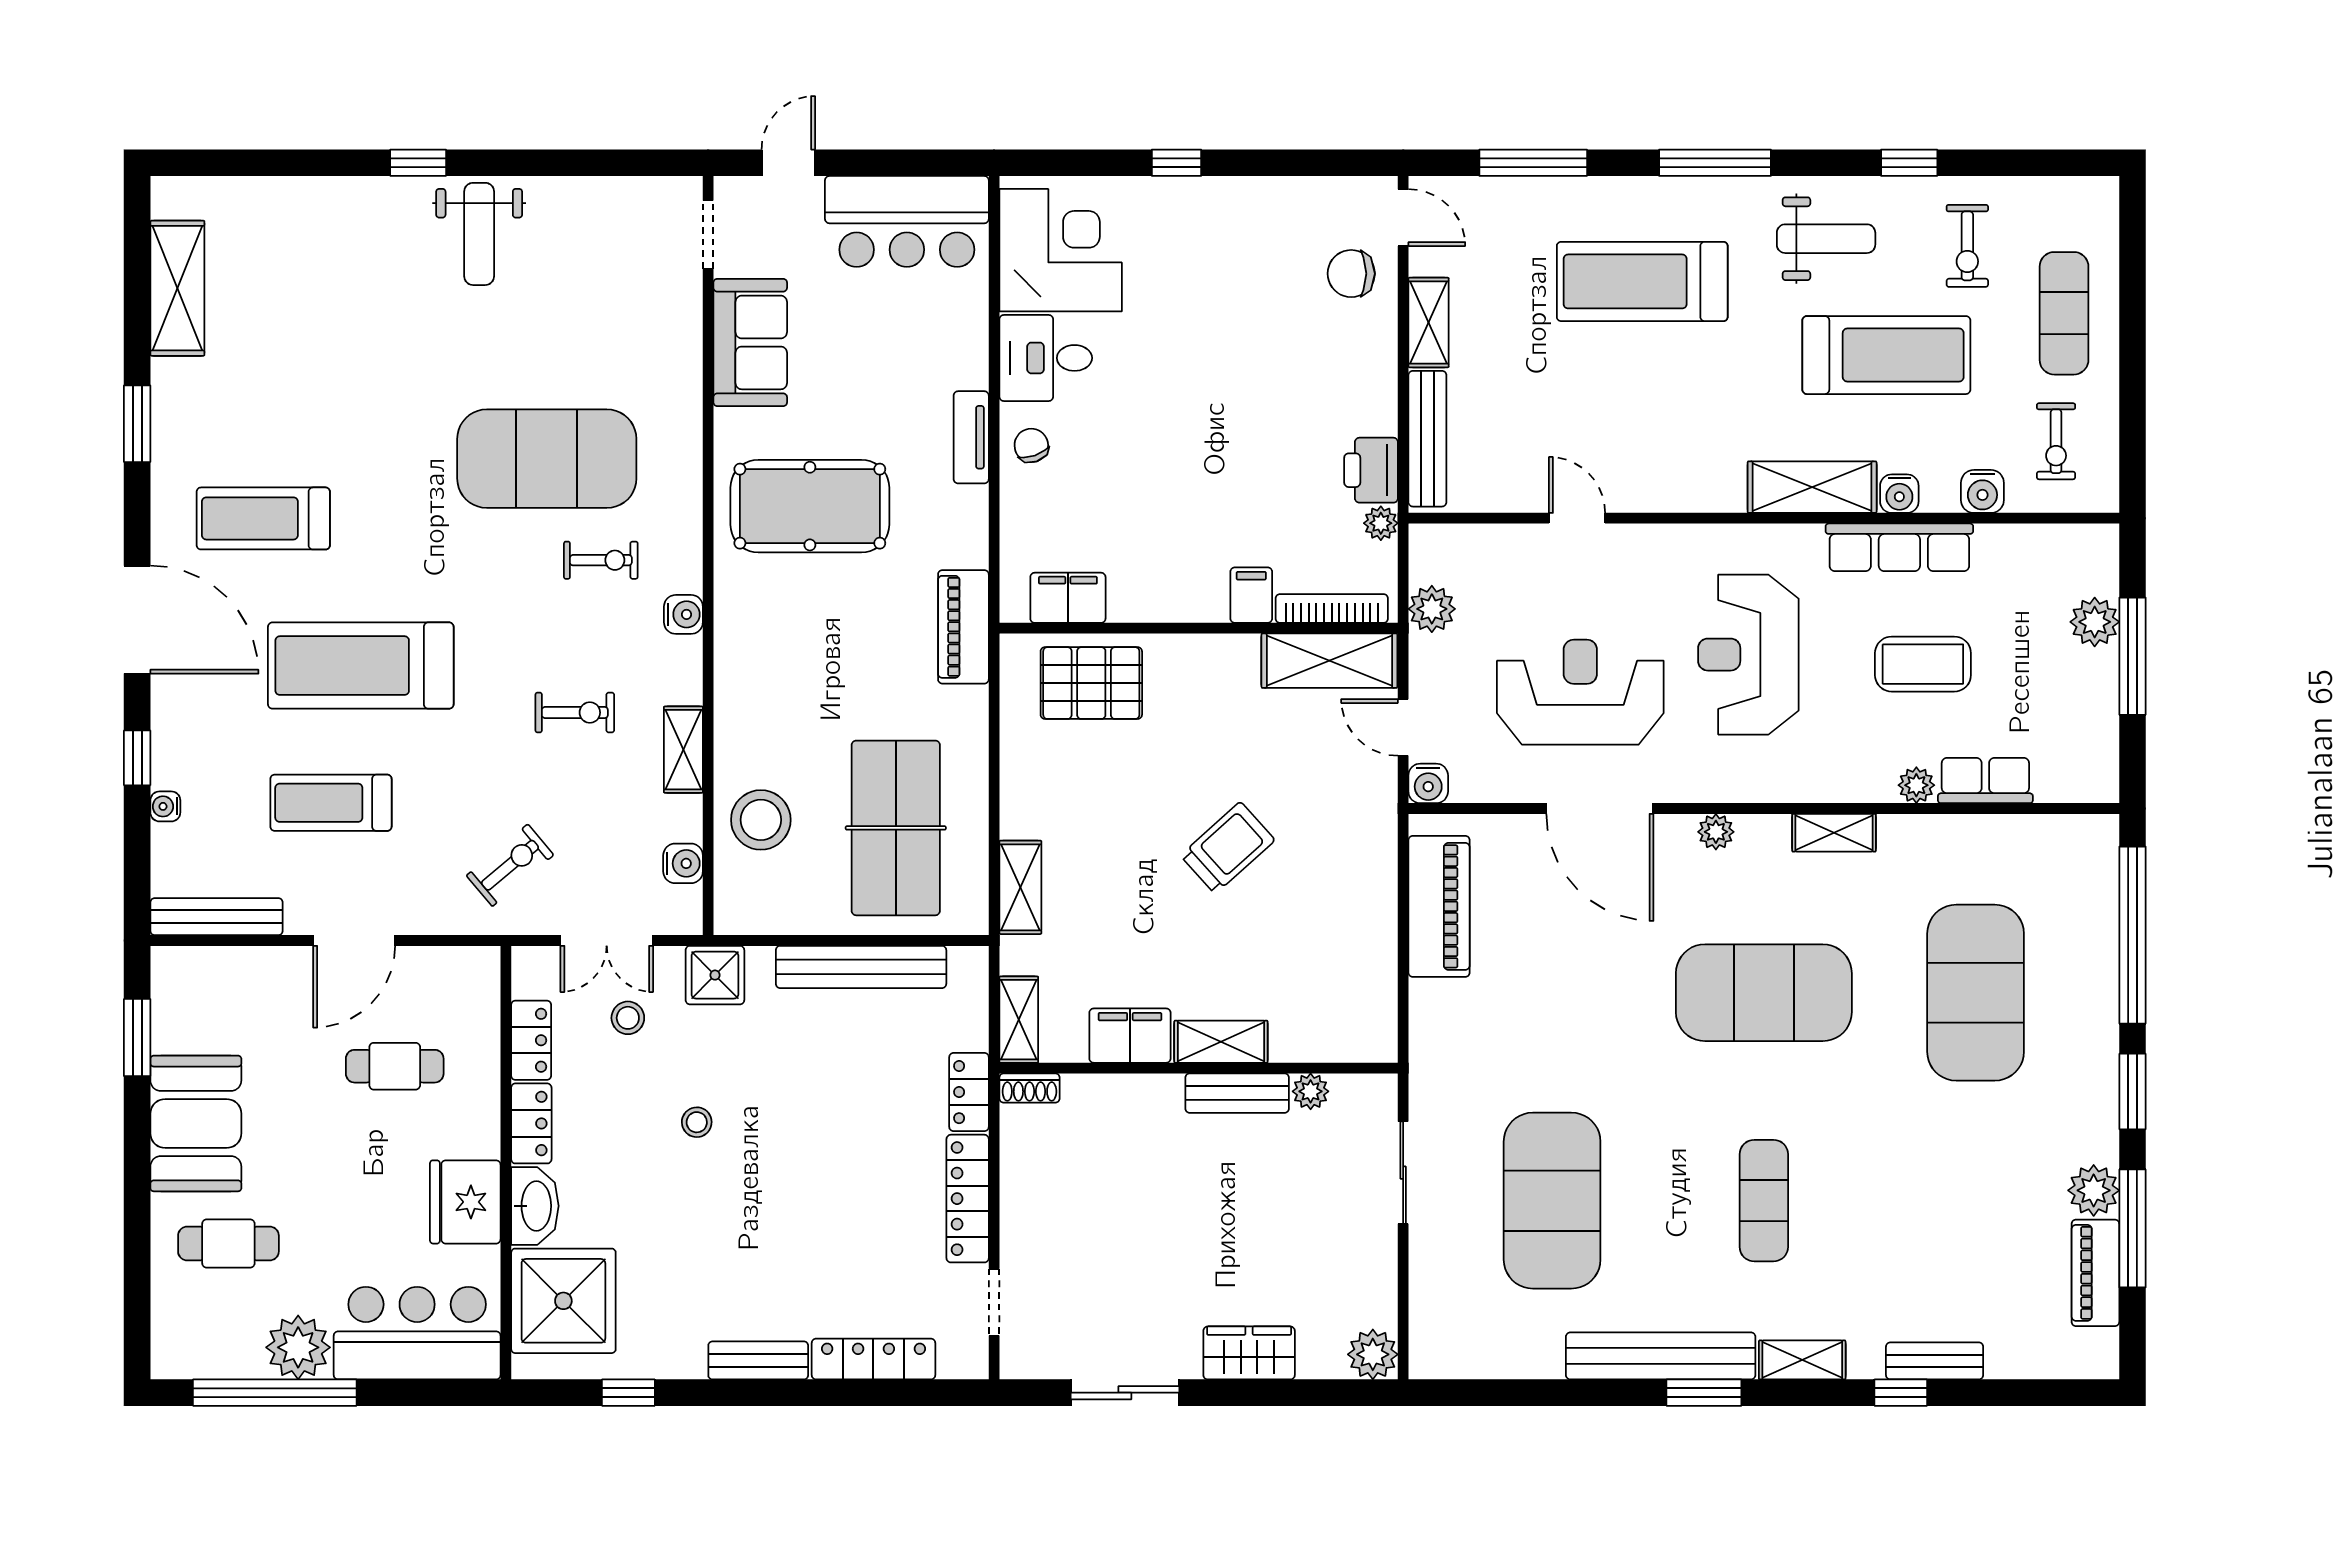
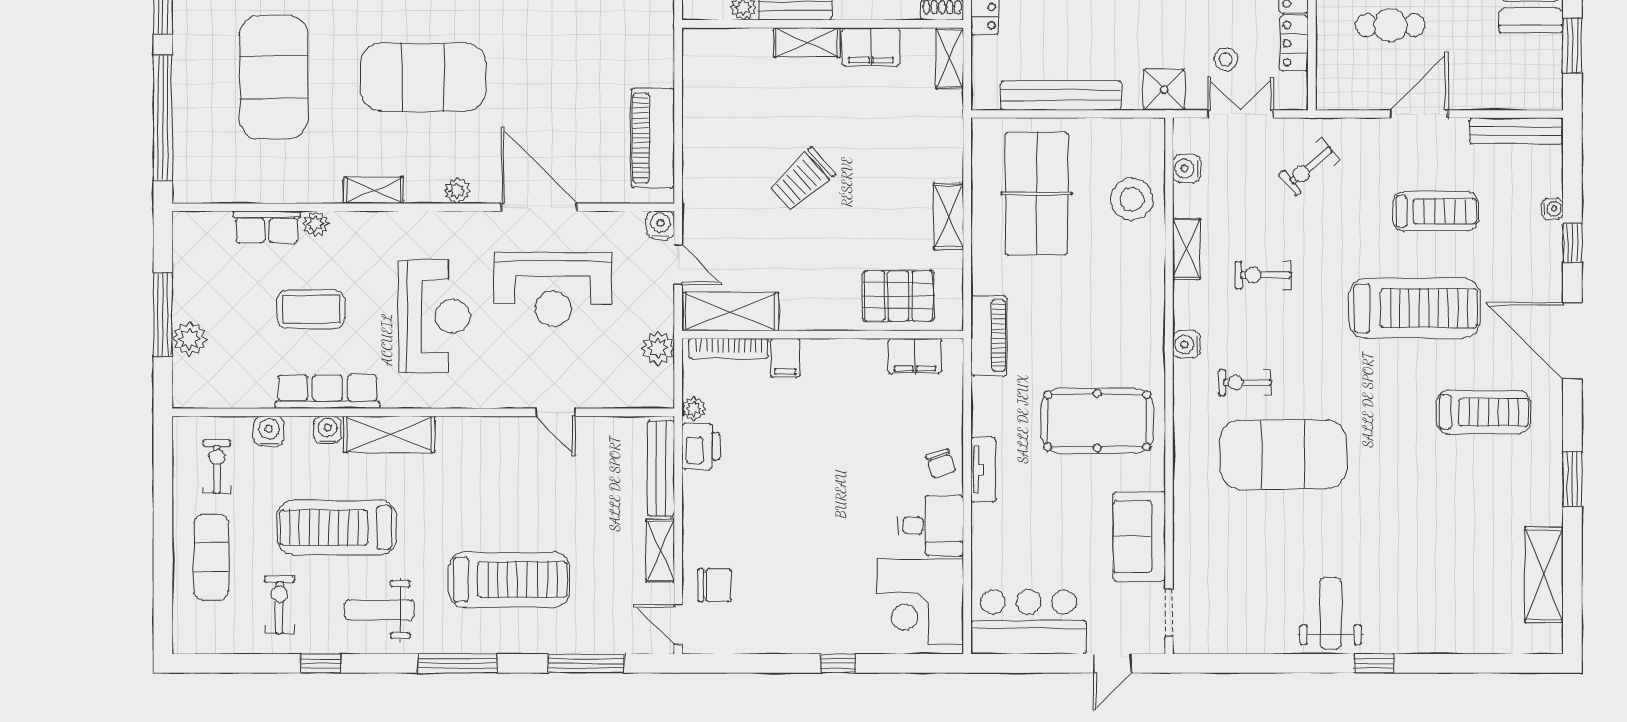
shelving: (1020, 887) -> (948, 216), moved

